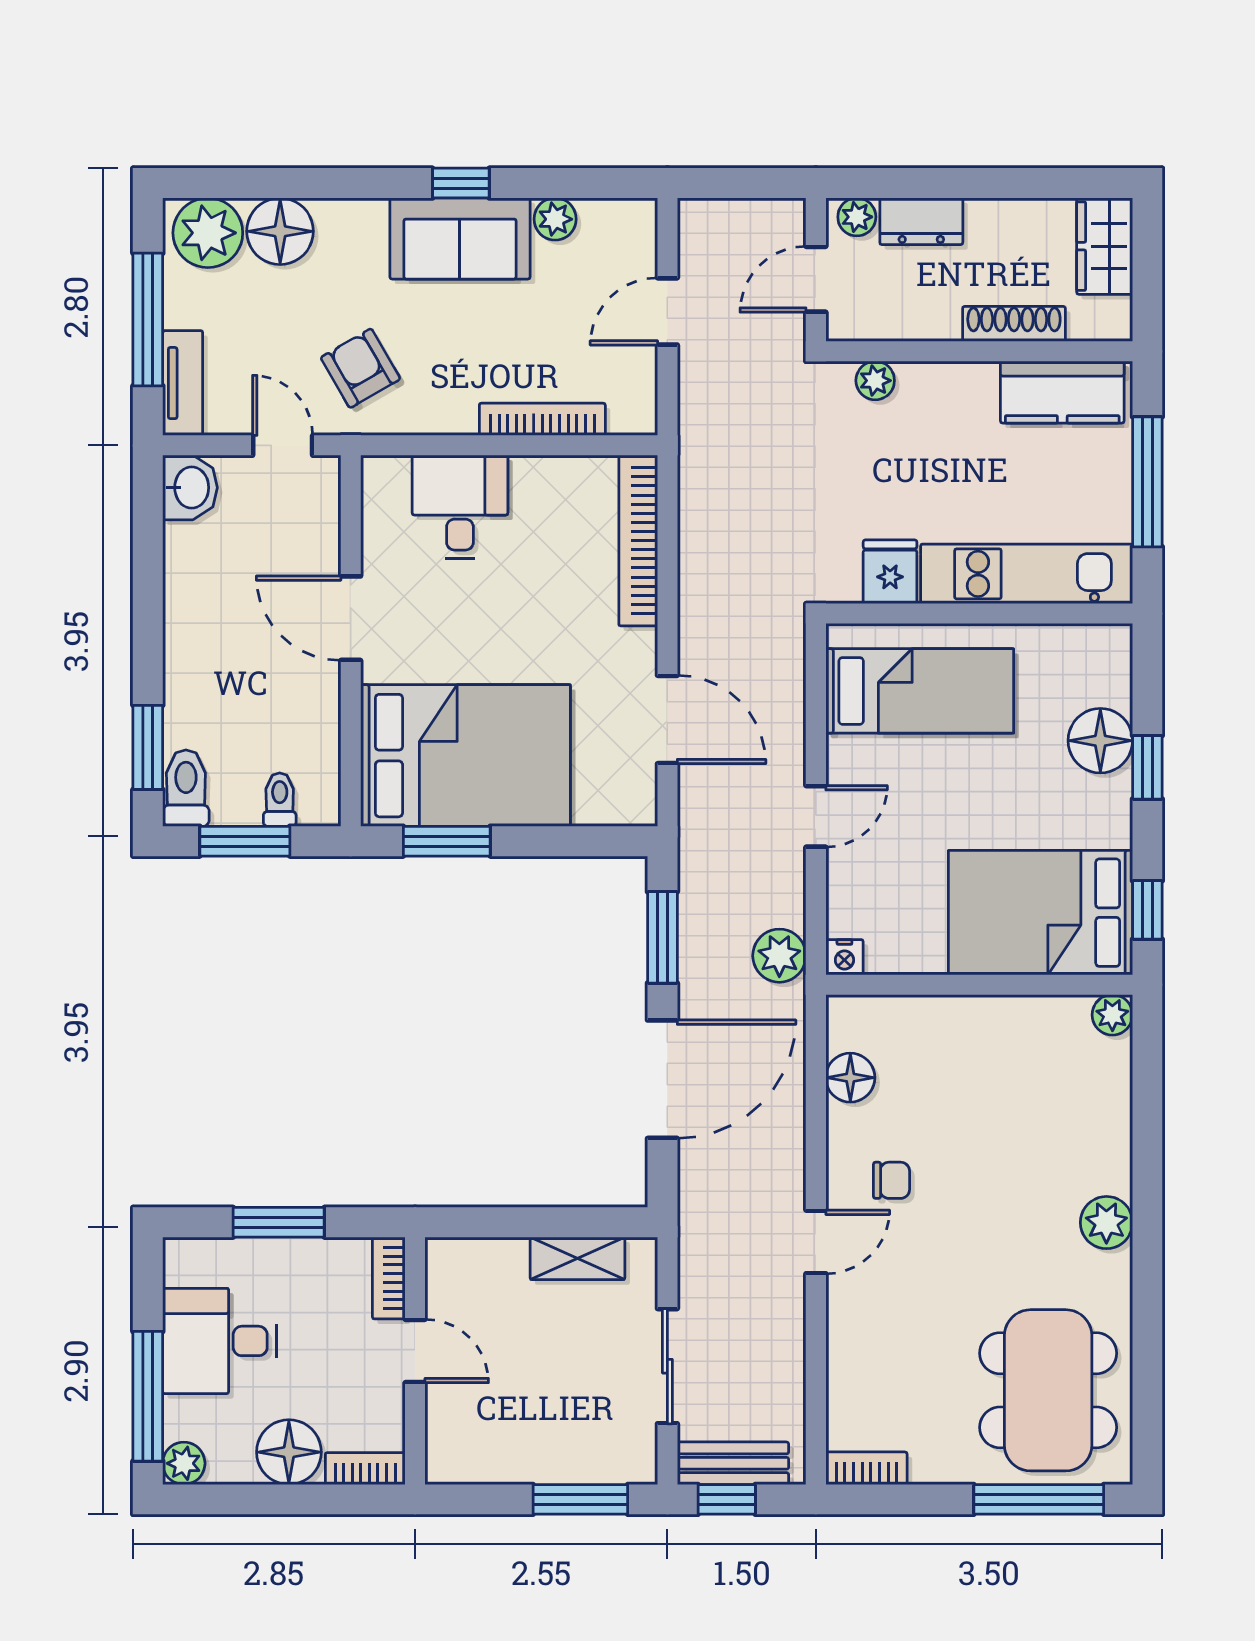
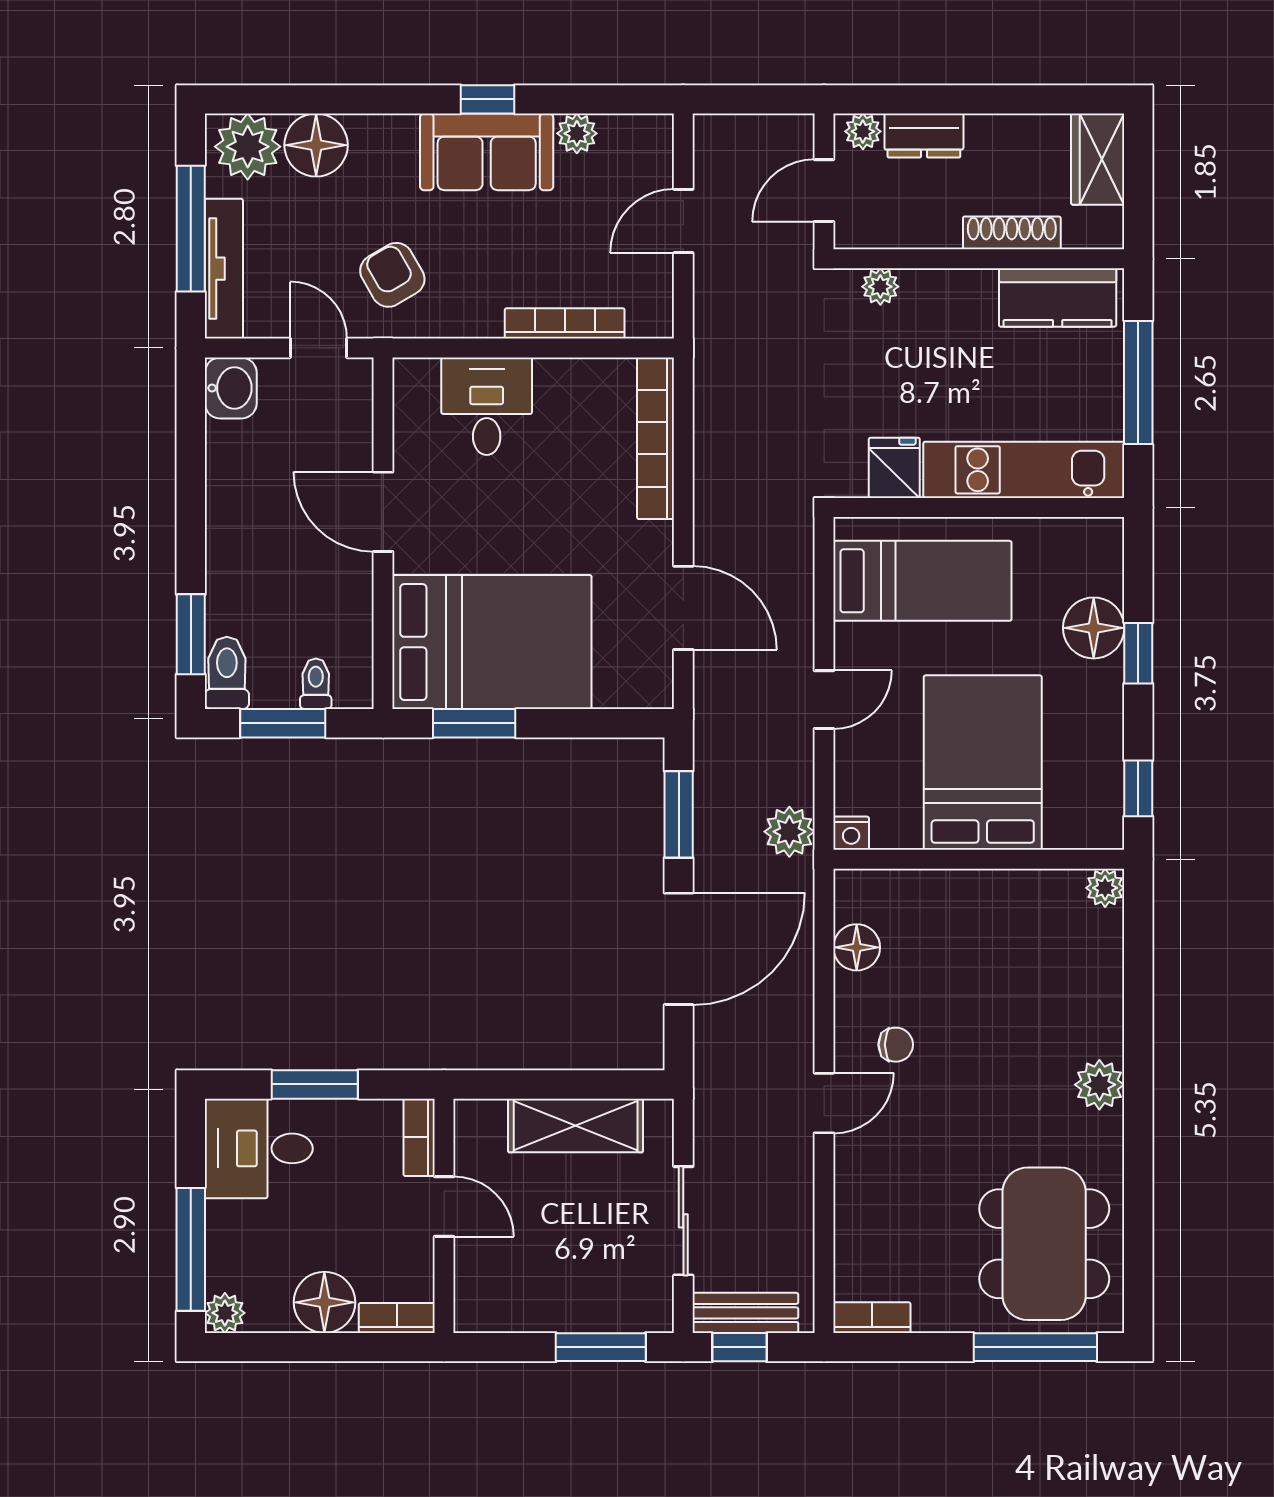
tv unit: (183, 383) -> (224, 269), width x1.41
bed: (1040, 913) -> (983, 763), moved, turned 90
shelving: (577, 1258) -> (576, 1125), width x1.50, depth x1.33
desk: (219, 1341) -> (259, 1148), moved

